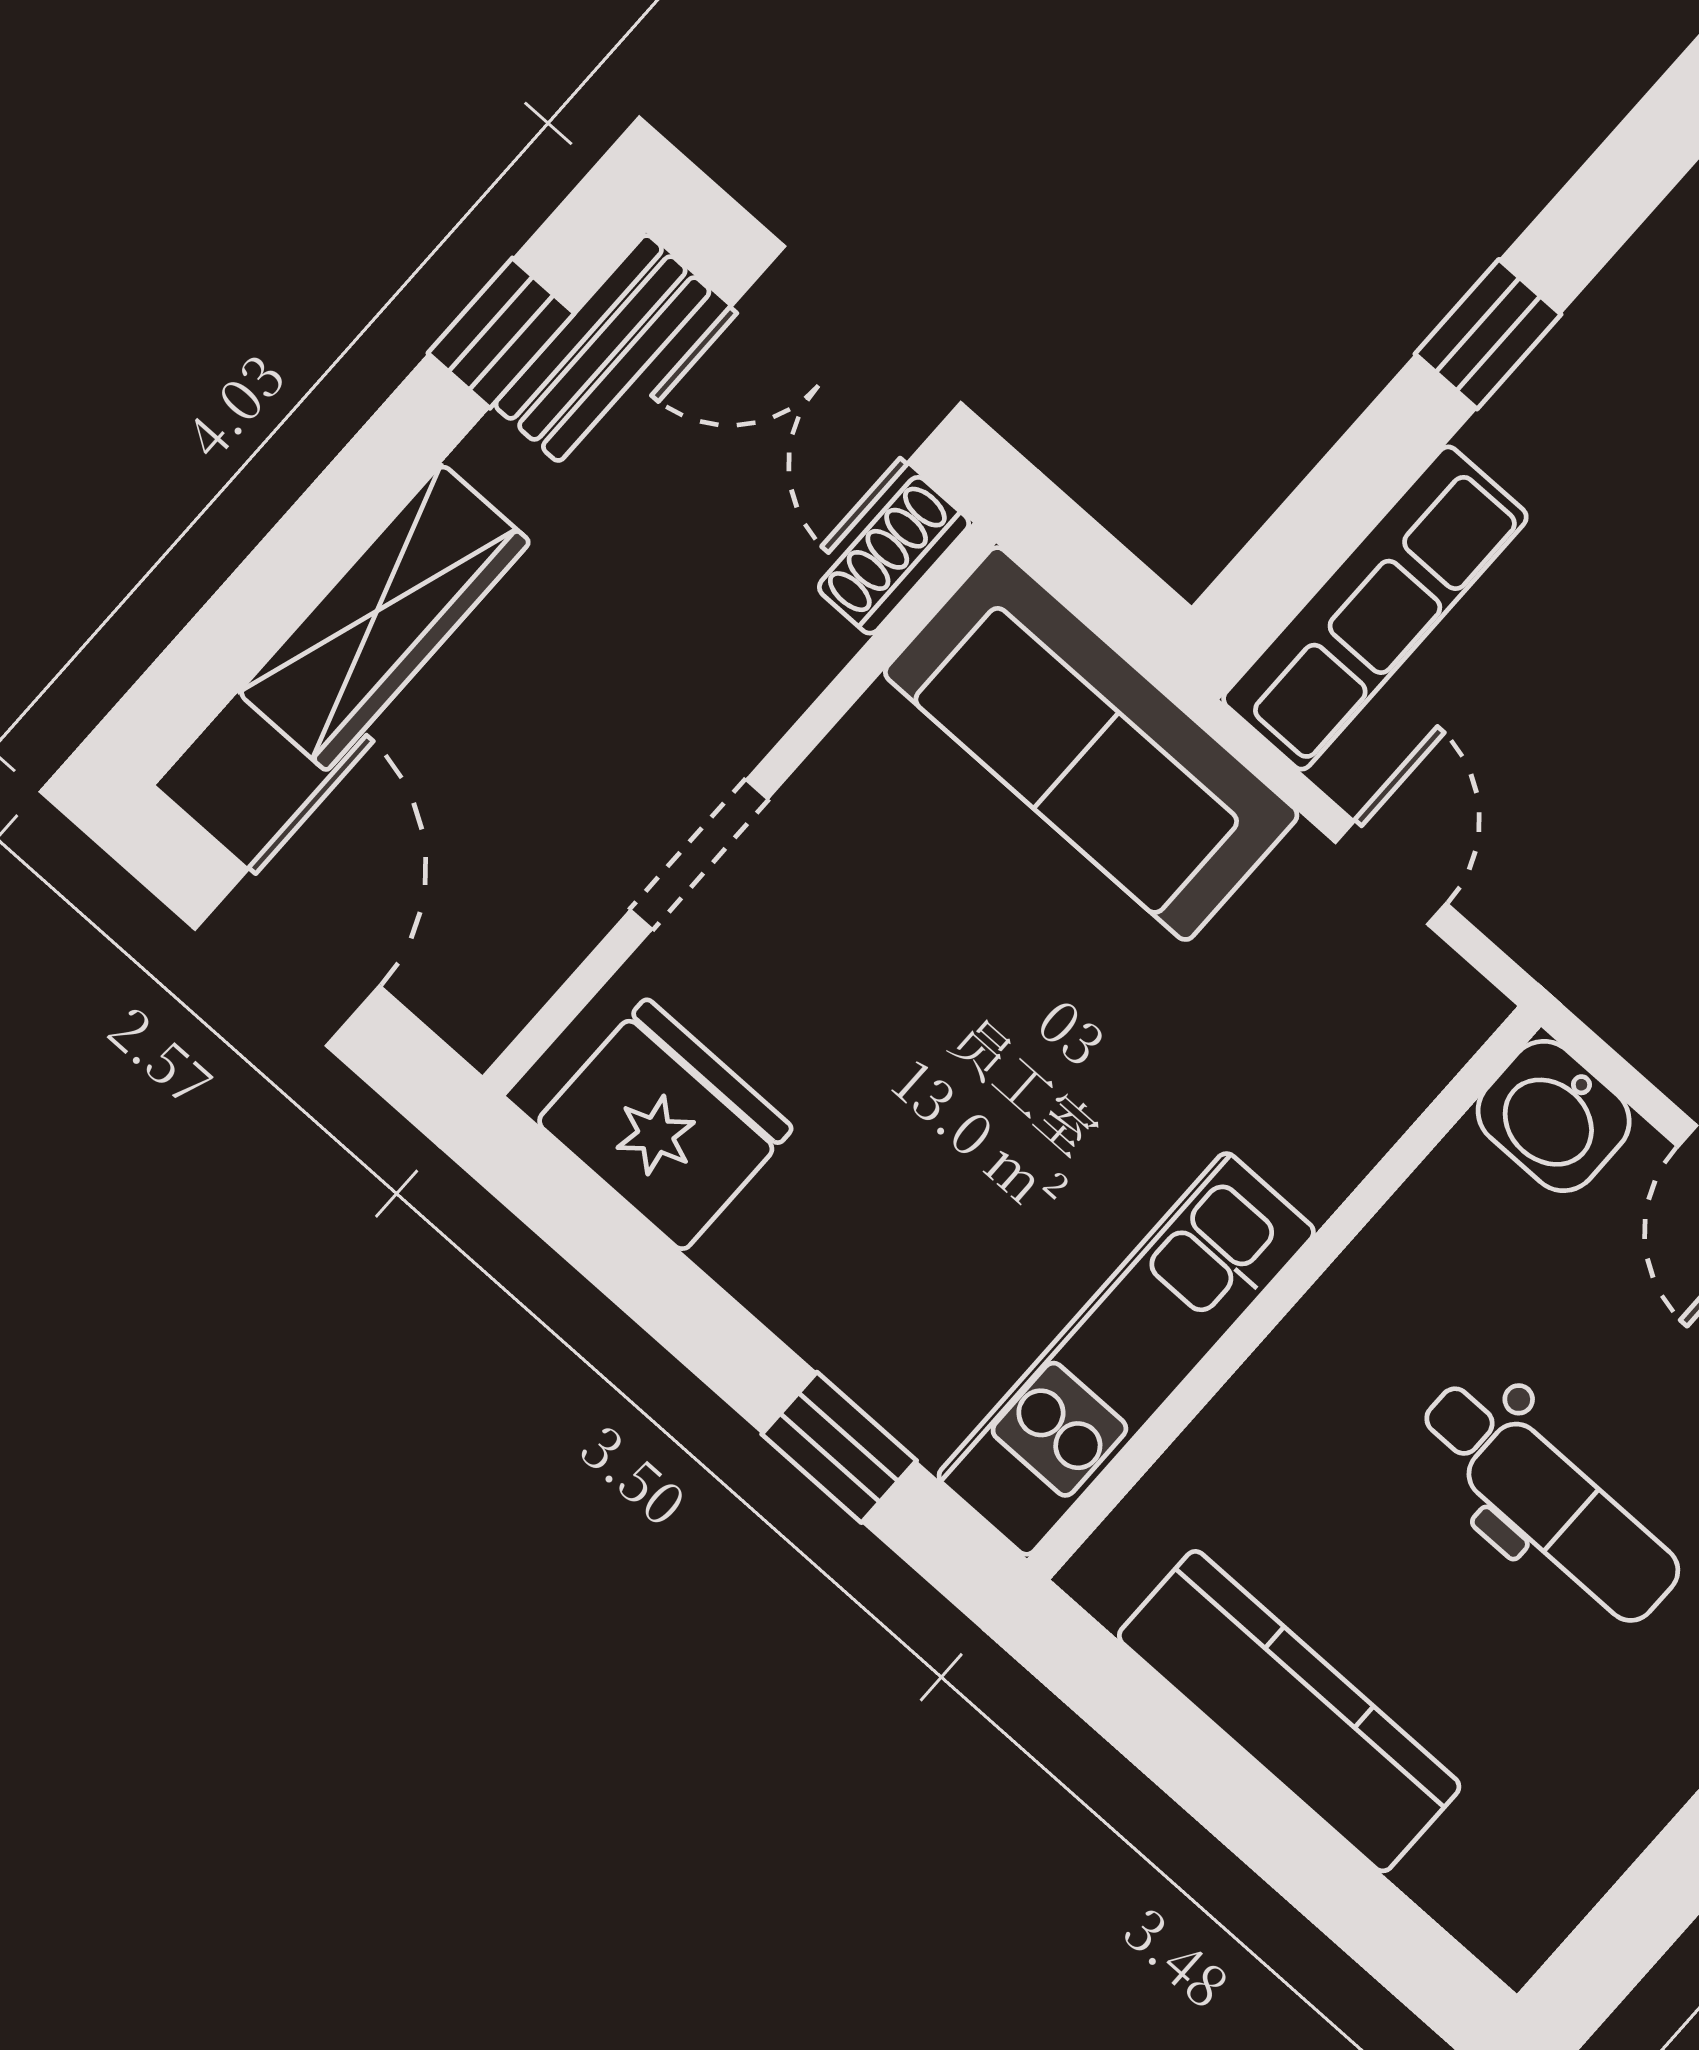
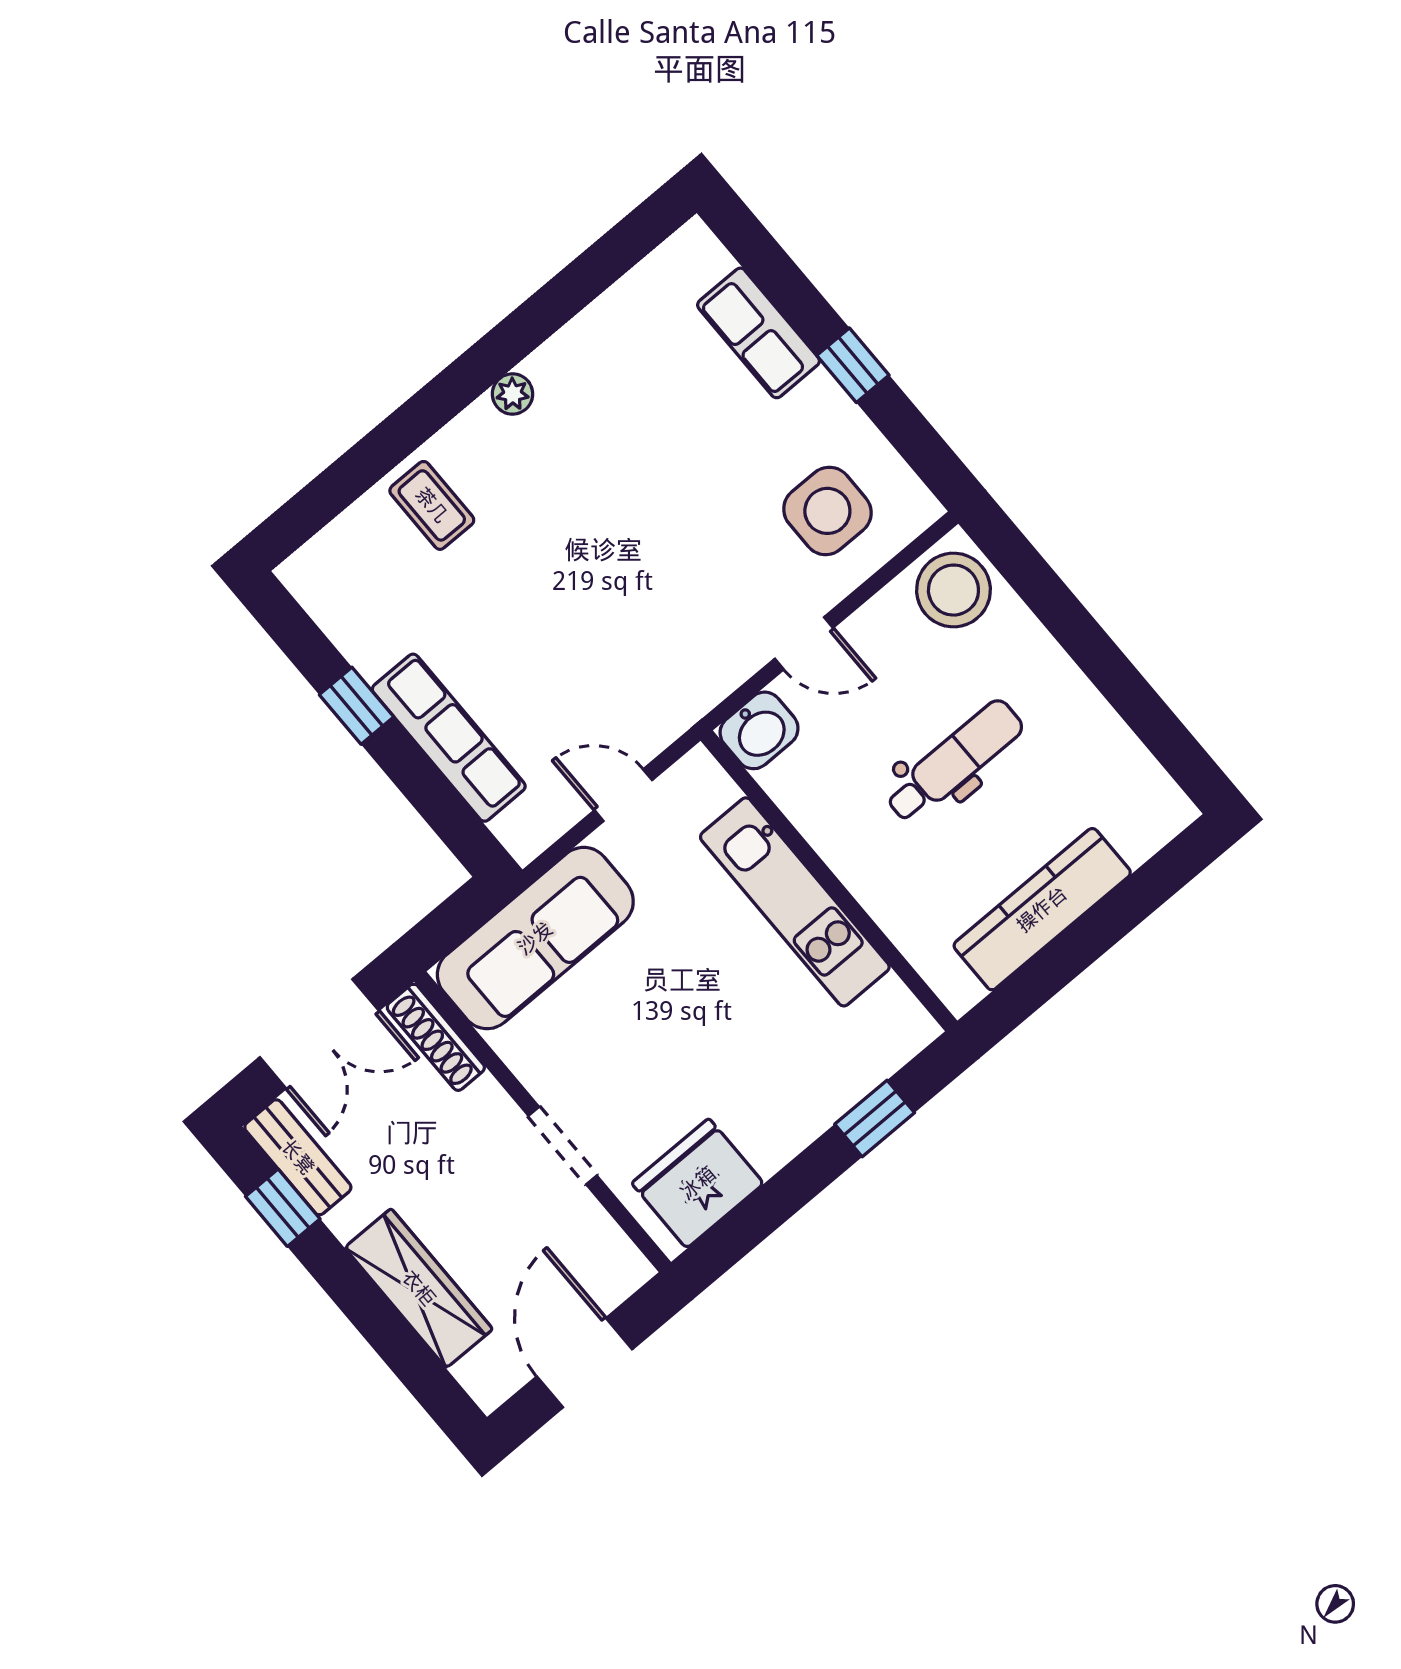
shoe rack: (894, 555) -> (436, 1037), width x1.43
row of seats: (1375, 608) -> (449, 738), moved
door: (287, 957) -> (584, 1363), hinge flipped
kitchen unit: (1126, 1354) -> (795, 902), moved

